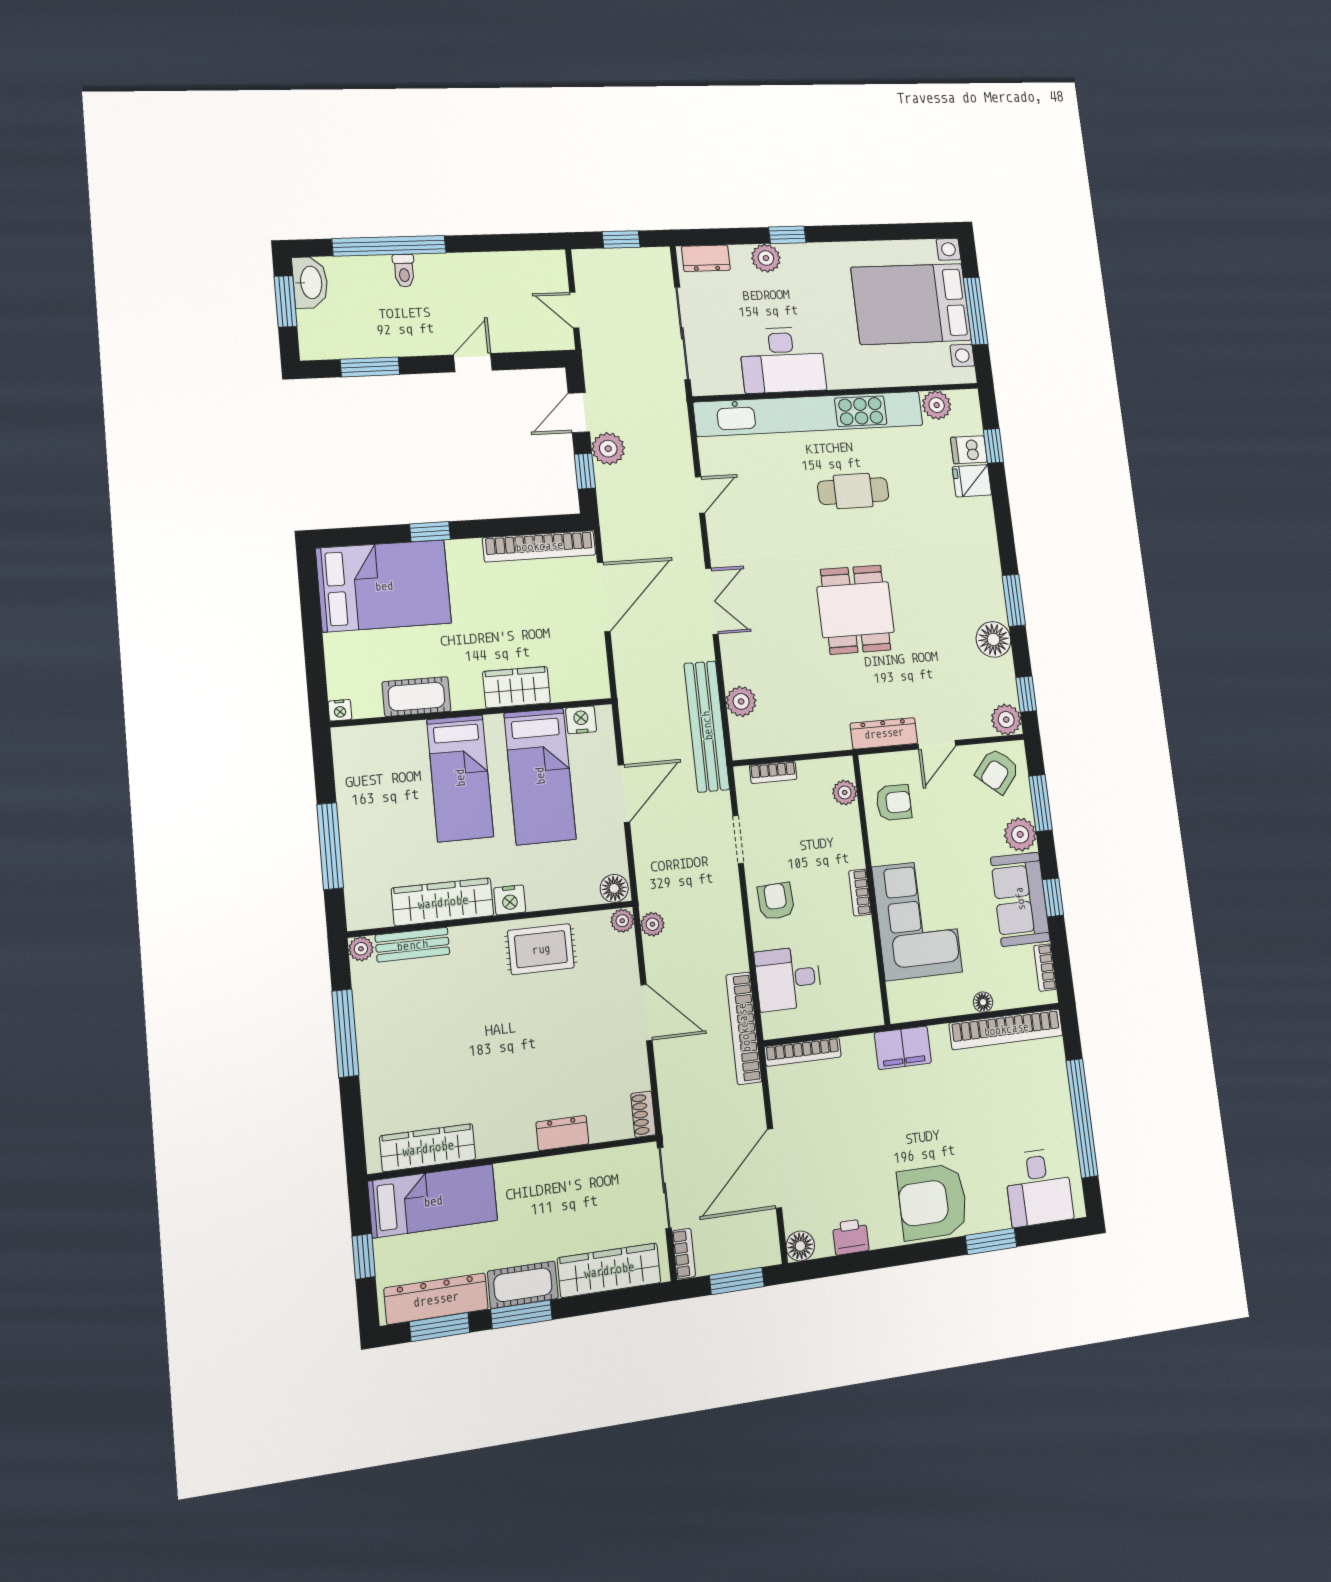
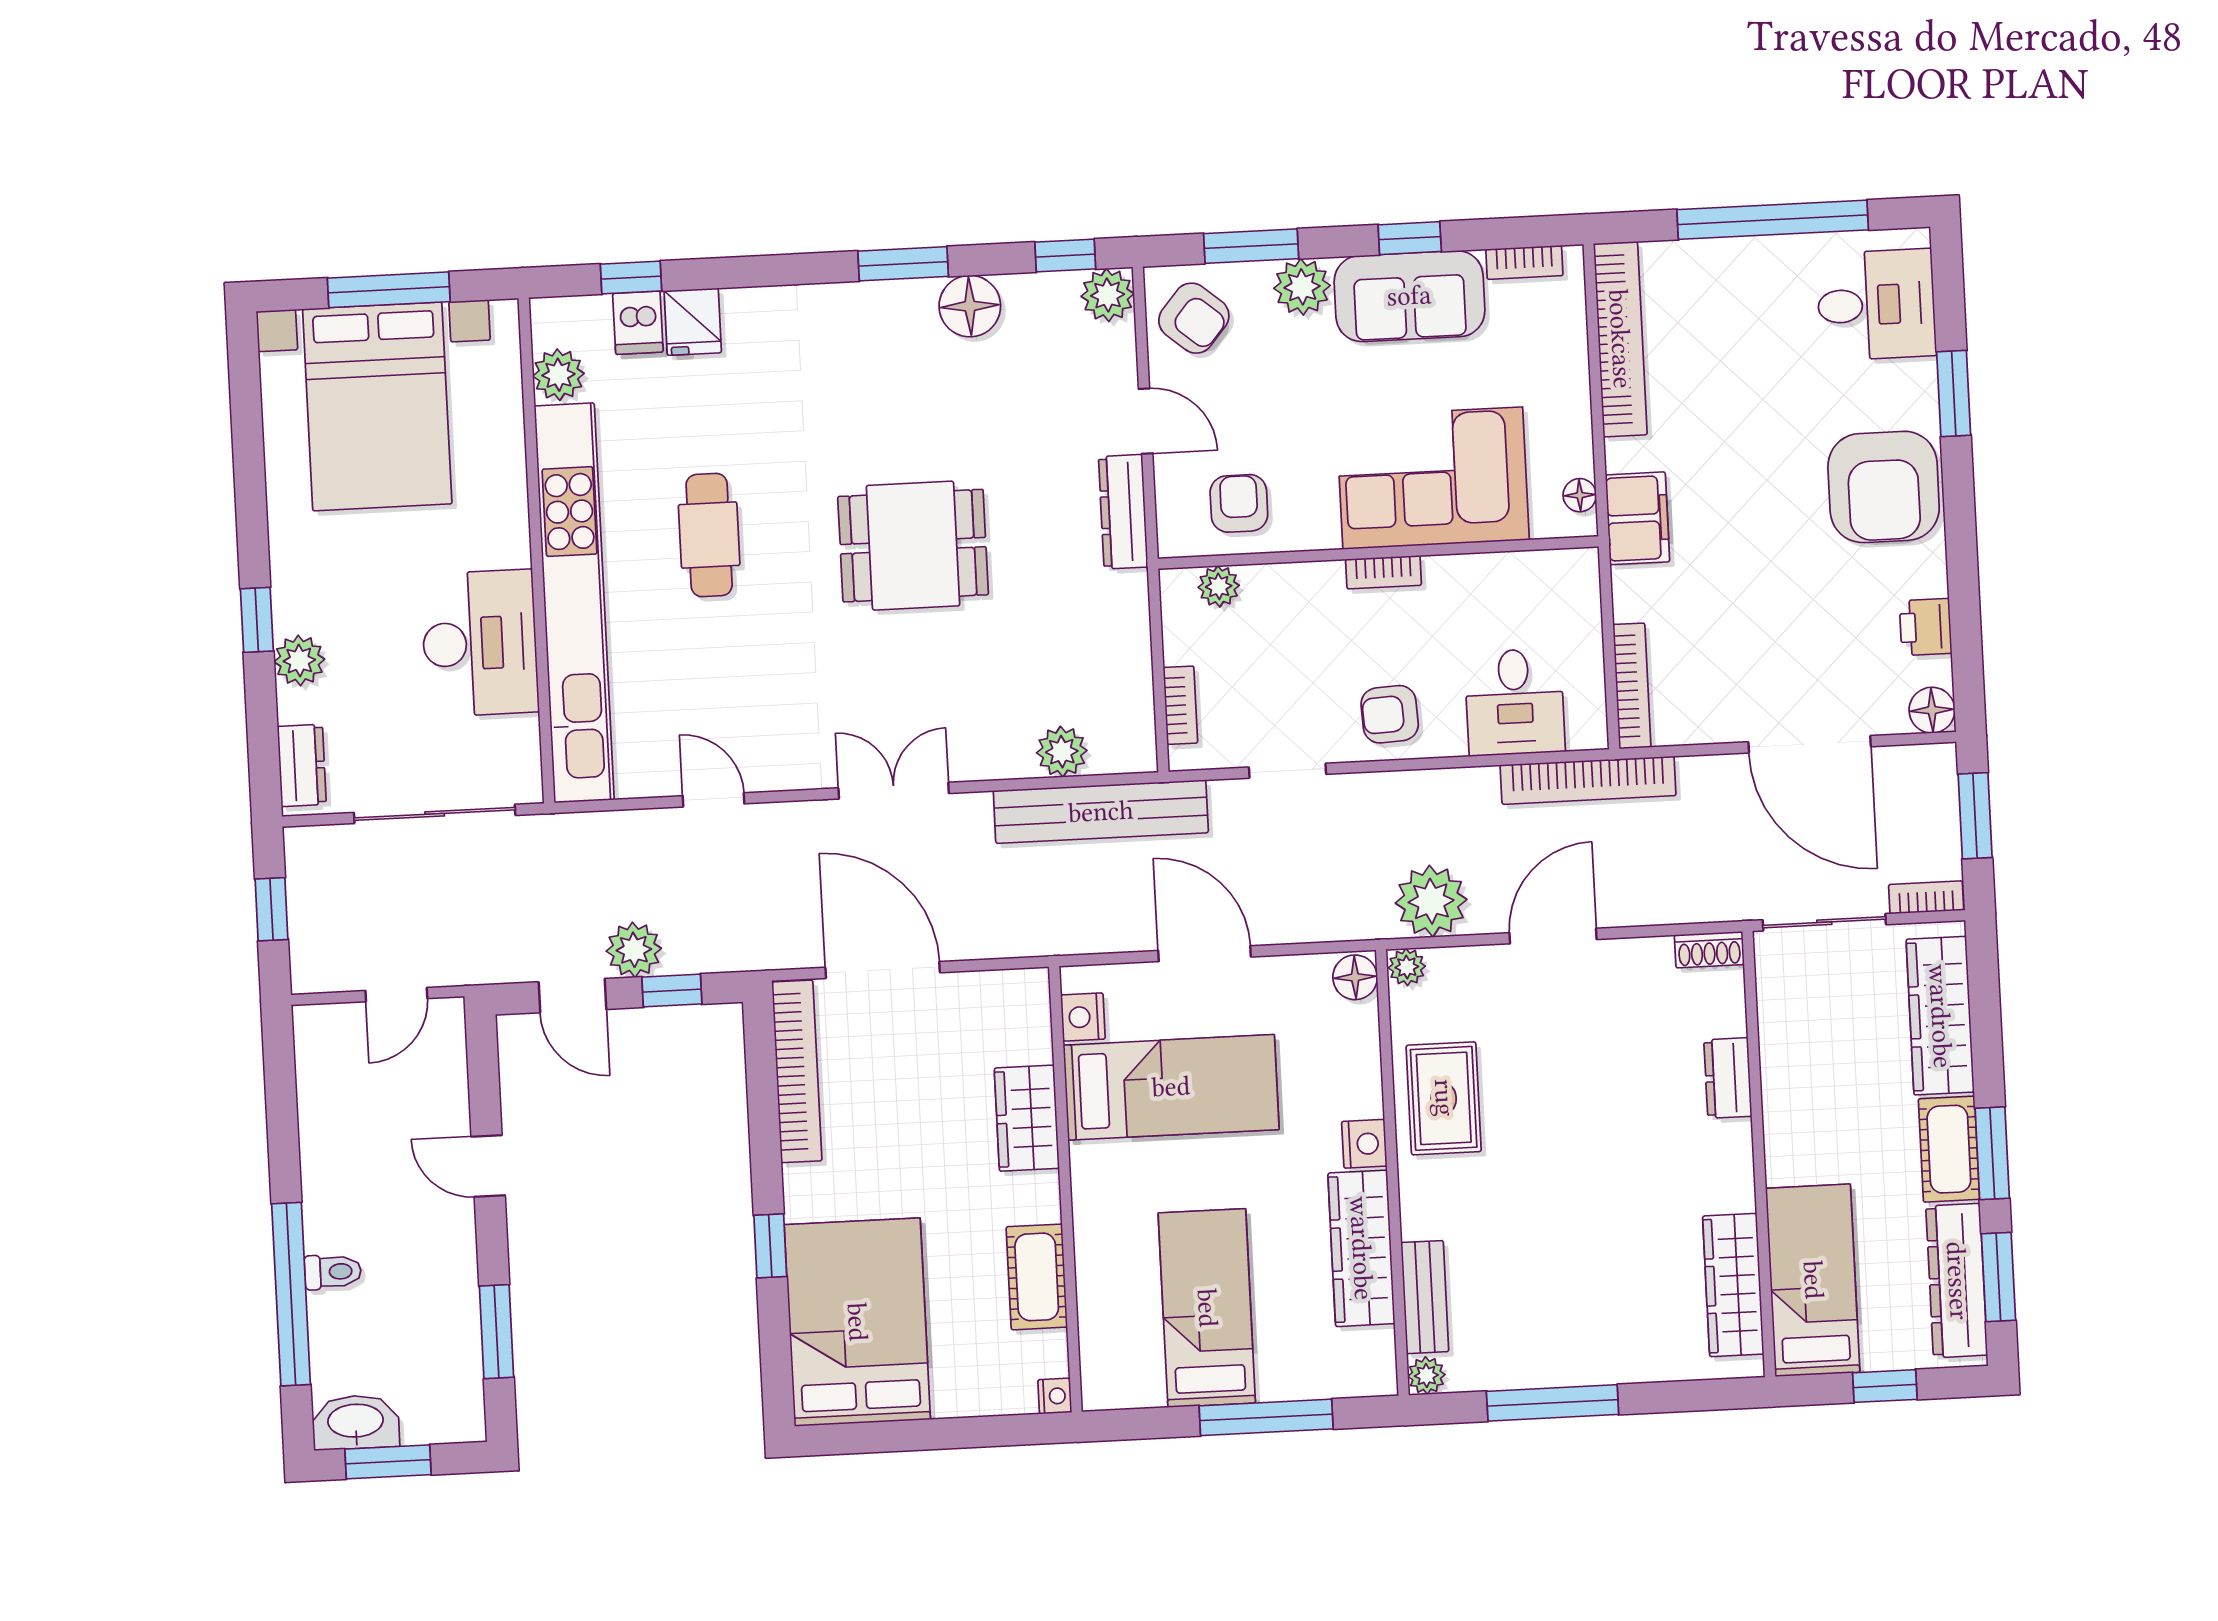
bed: (460, 778) -> (1207, 1308), moved, turned -90
plant: (652, 924) -> (1431, 901), width x1.88, depth x1.88
floor lamp: (983, 1002) -> (1580, 495), moved

